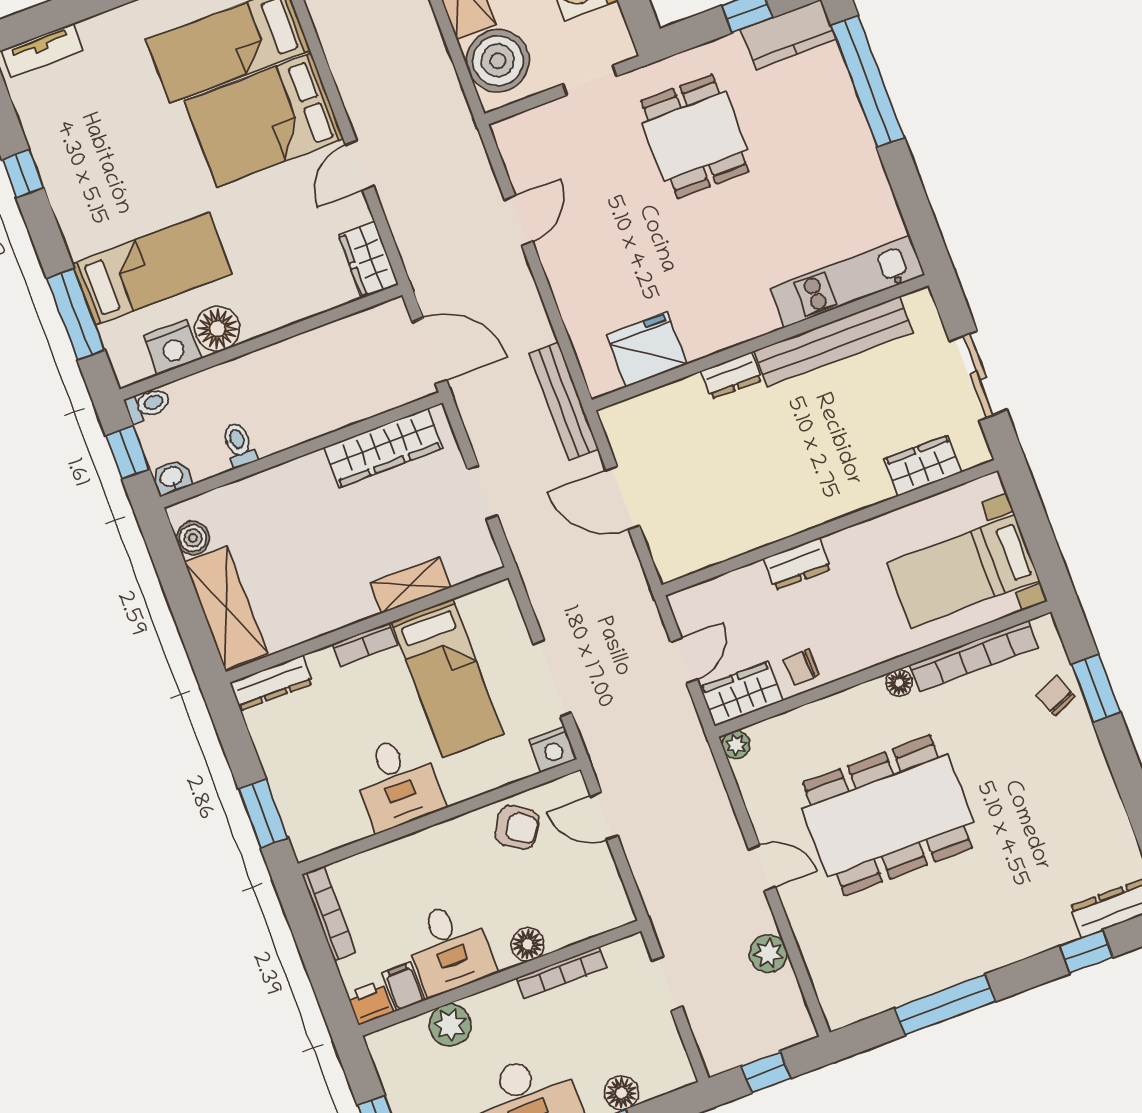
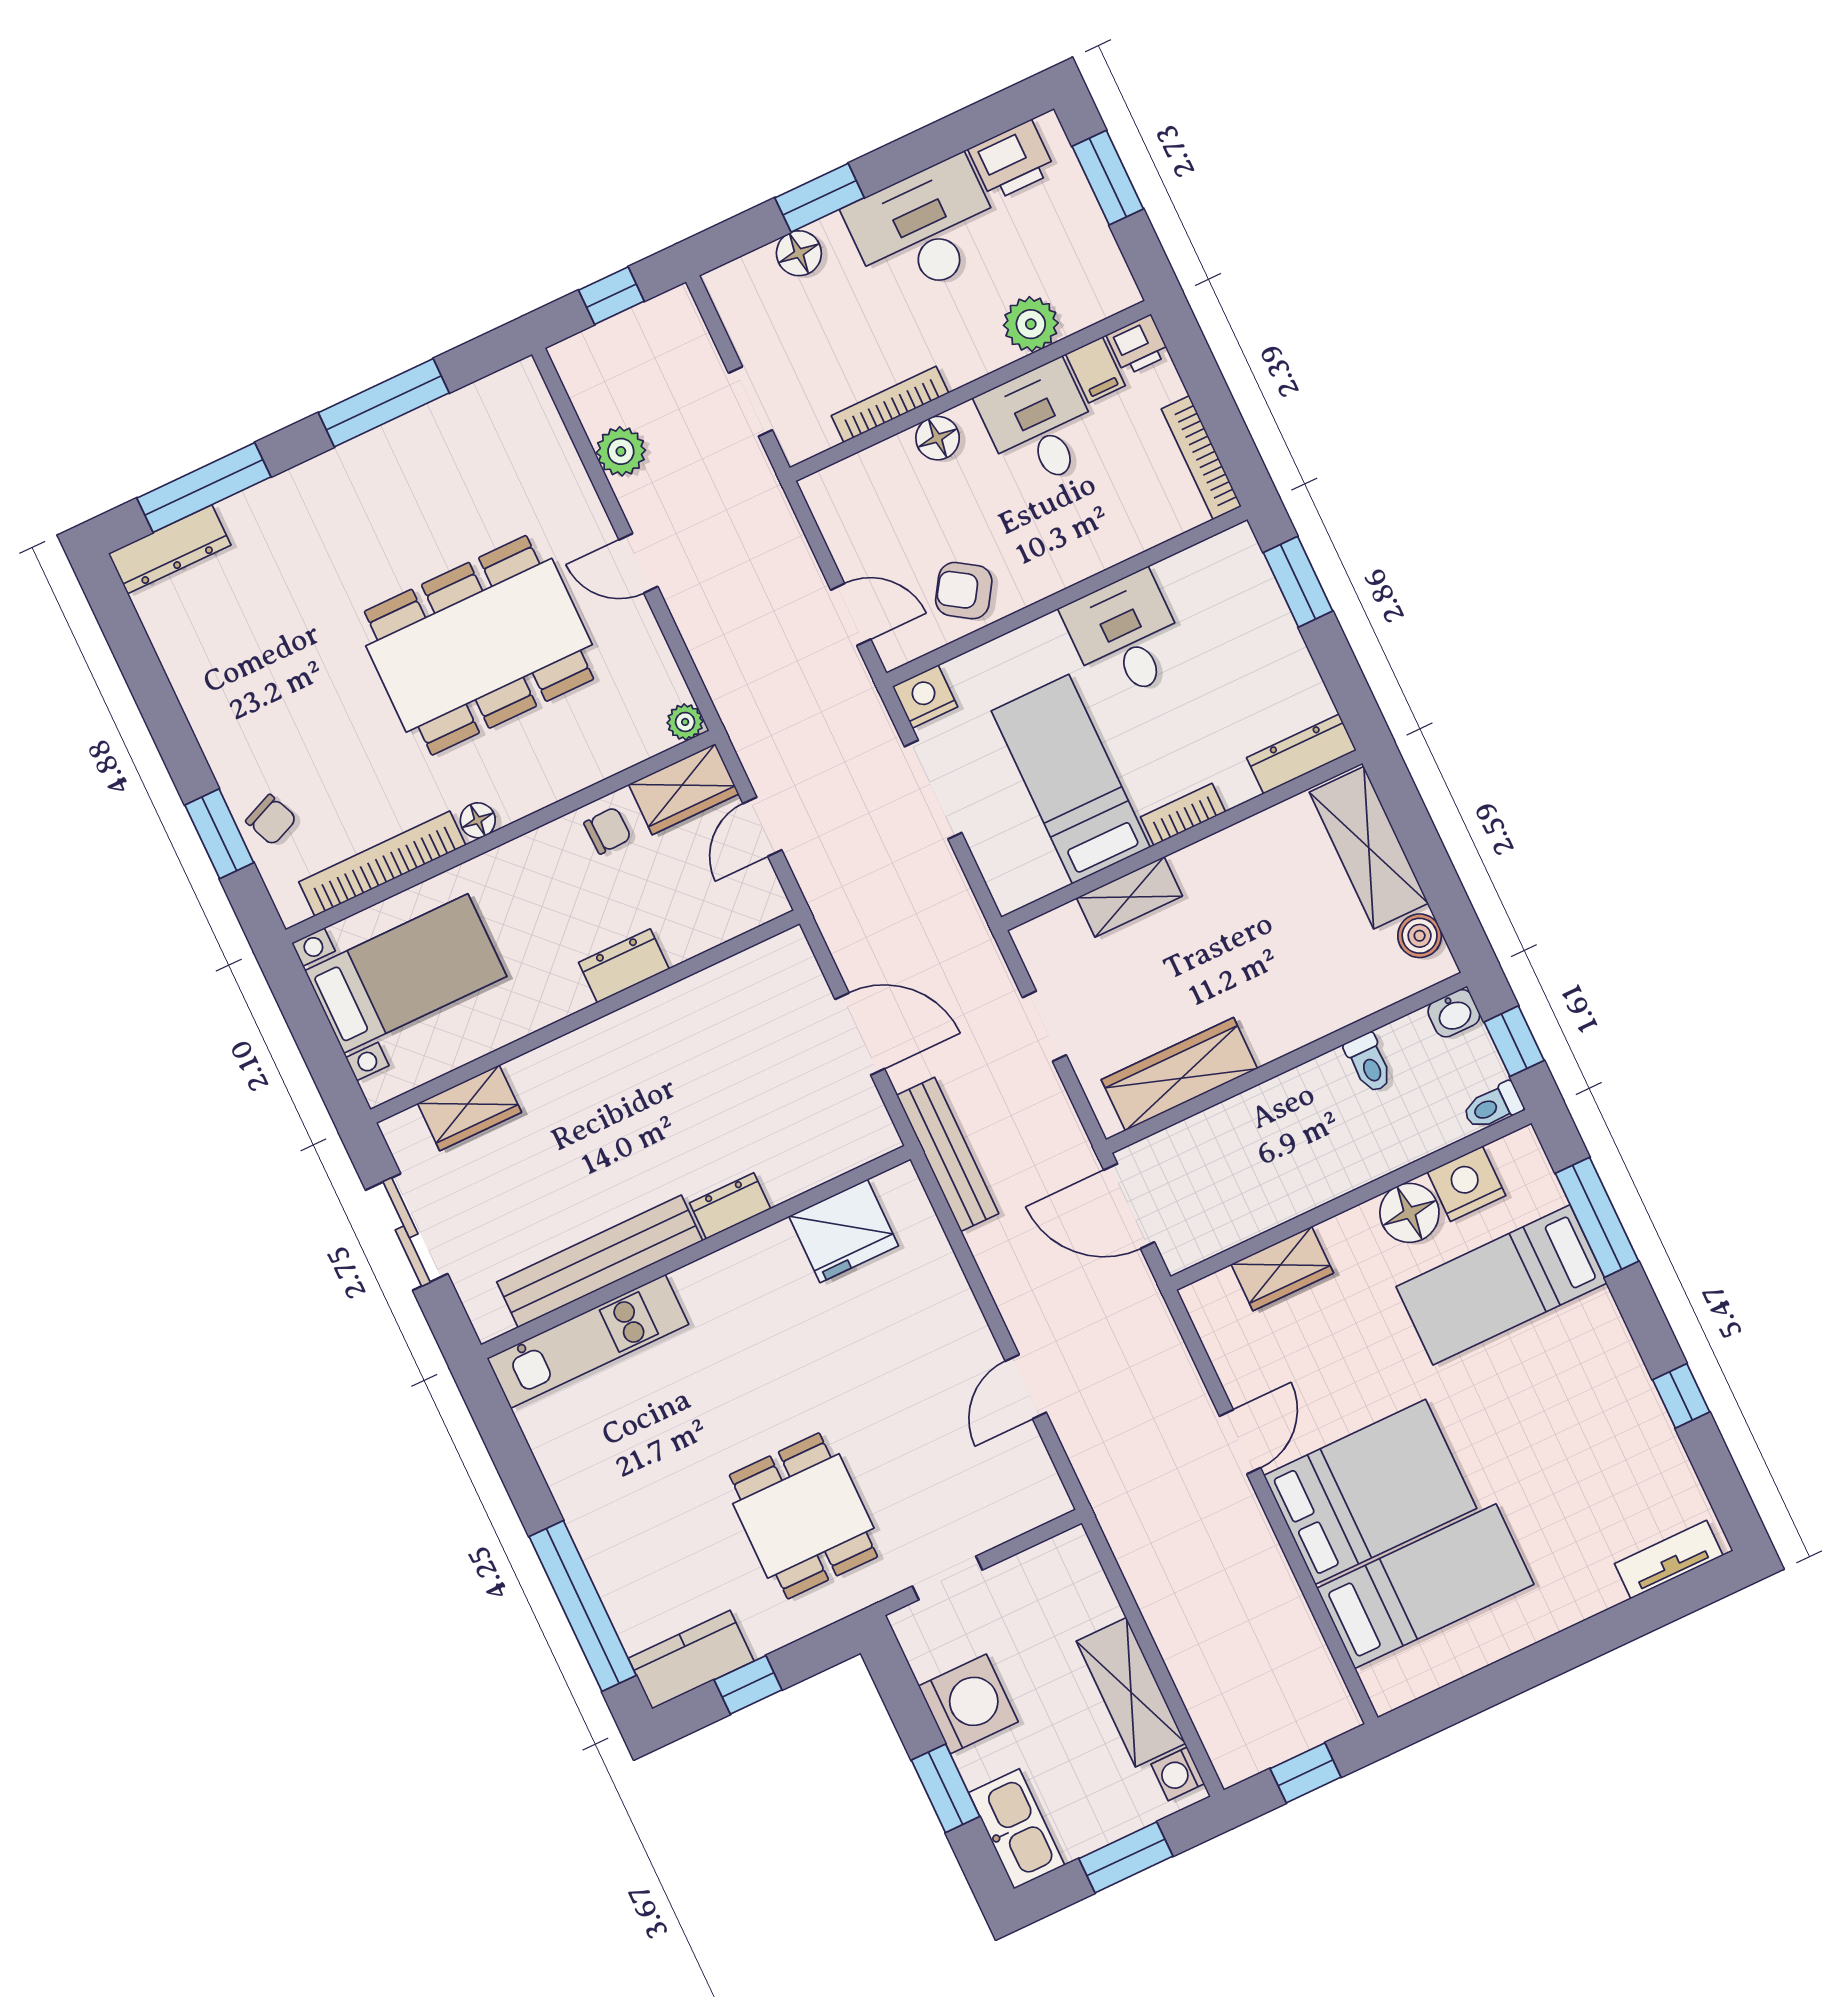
boiler: (498, 61) -> (1070, 1594), removed
wardrobe: (368, 260) -> (1282, 1269), moved, turned 90
window: (1086, 952) -> (204, 487), width x2.17

